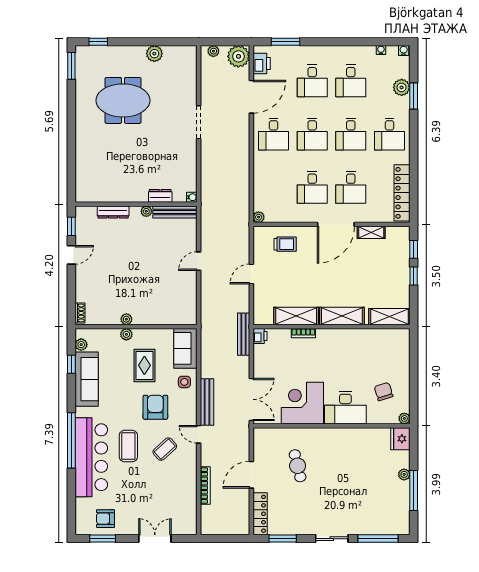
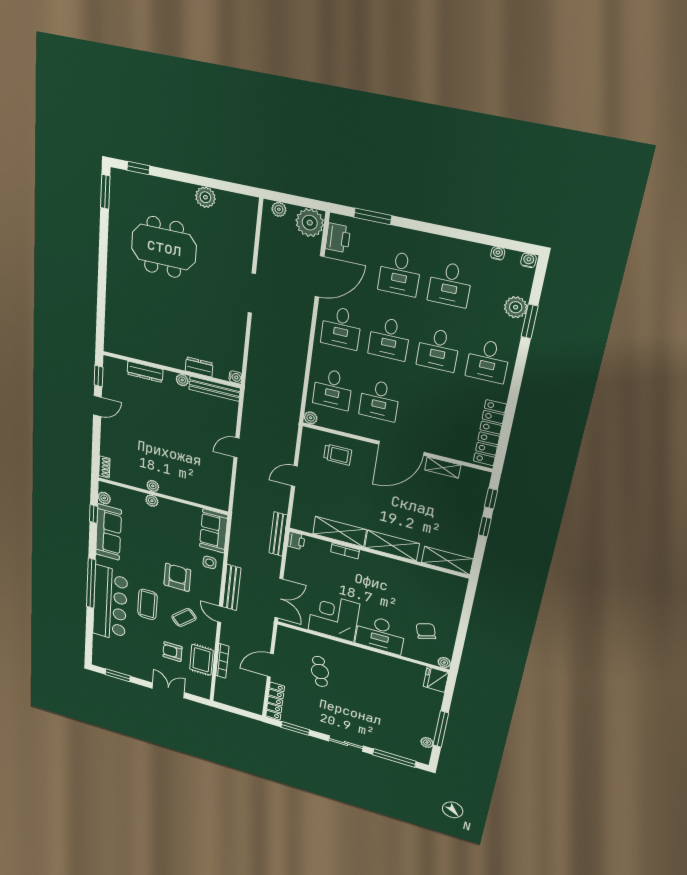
desk: (351, 187) -> (333, 389), moved
rug: (144, 365) -> (201, 660), moved
plant: (404, 474) -> (427, 742), moved
armchair: (105, 519) -> (172, 652), moved

